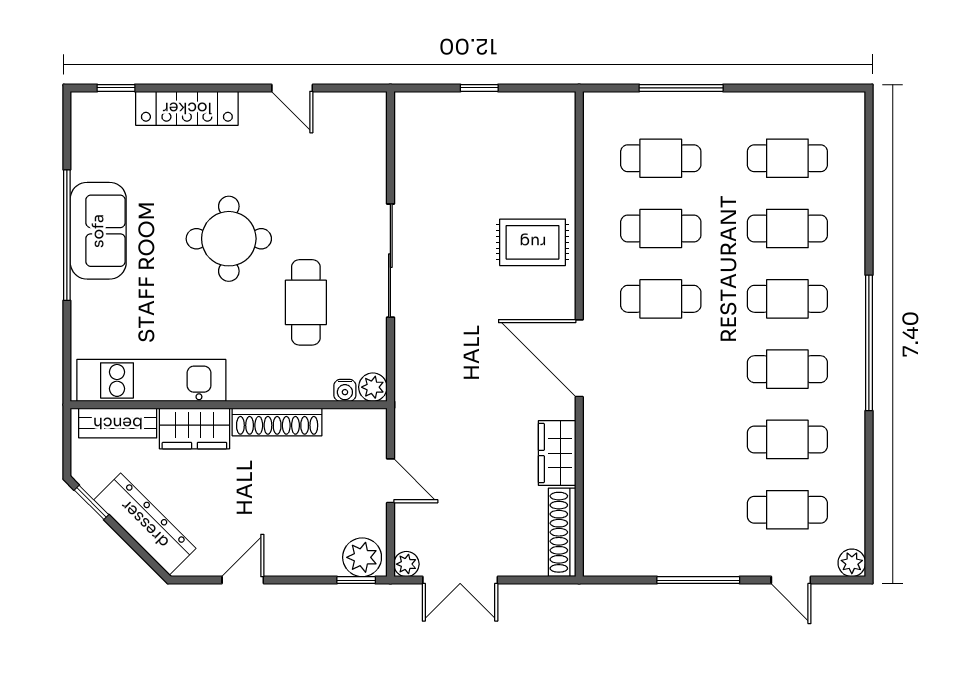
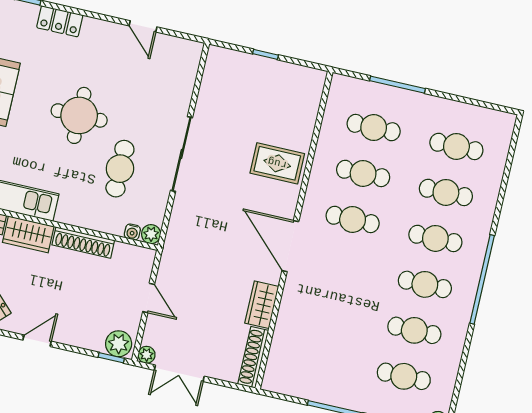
locker: (187, 108) -> (60, 21), width x0.66

